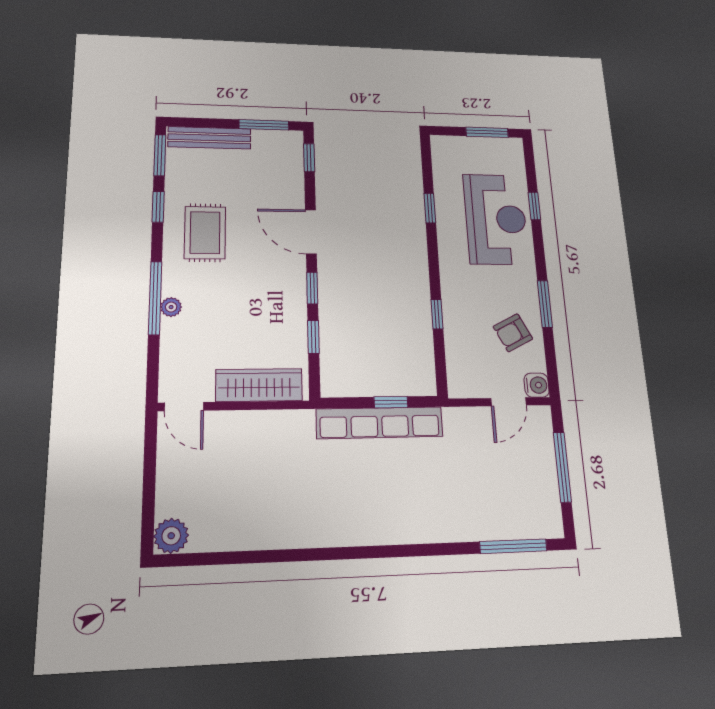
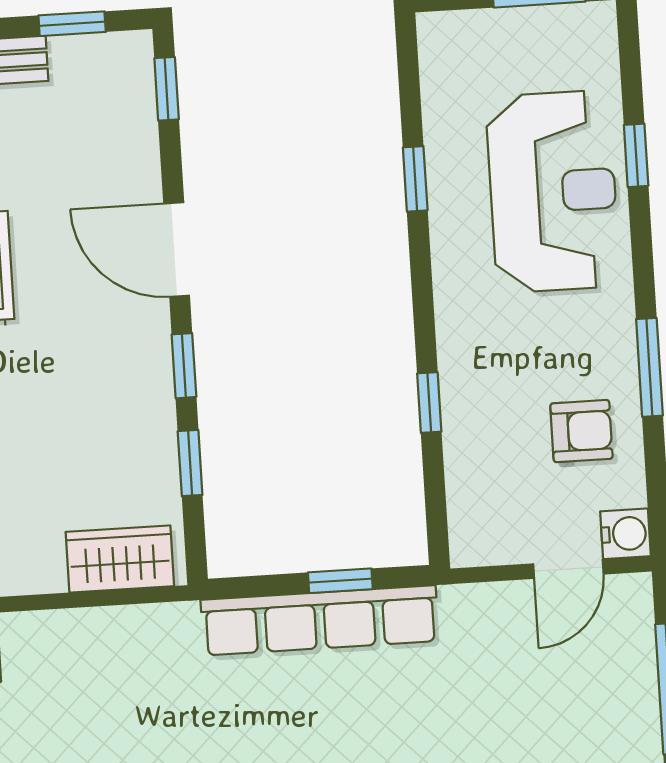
window: (264, 125) -> (72, 24), width x0.67
armchair: (513, 333) -> (581, 431), turned -153
wardrobe: (259, 385) -> (120, 559), width x0.67

